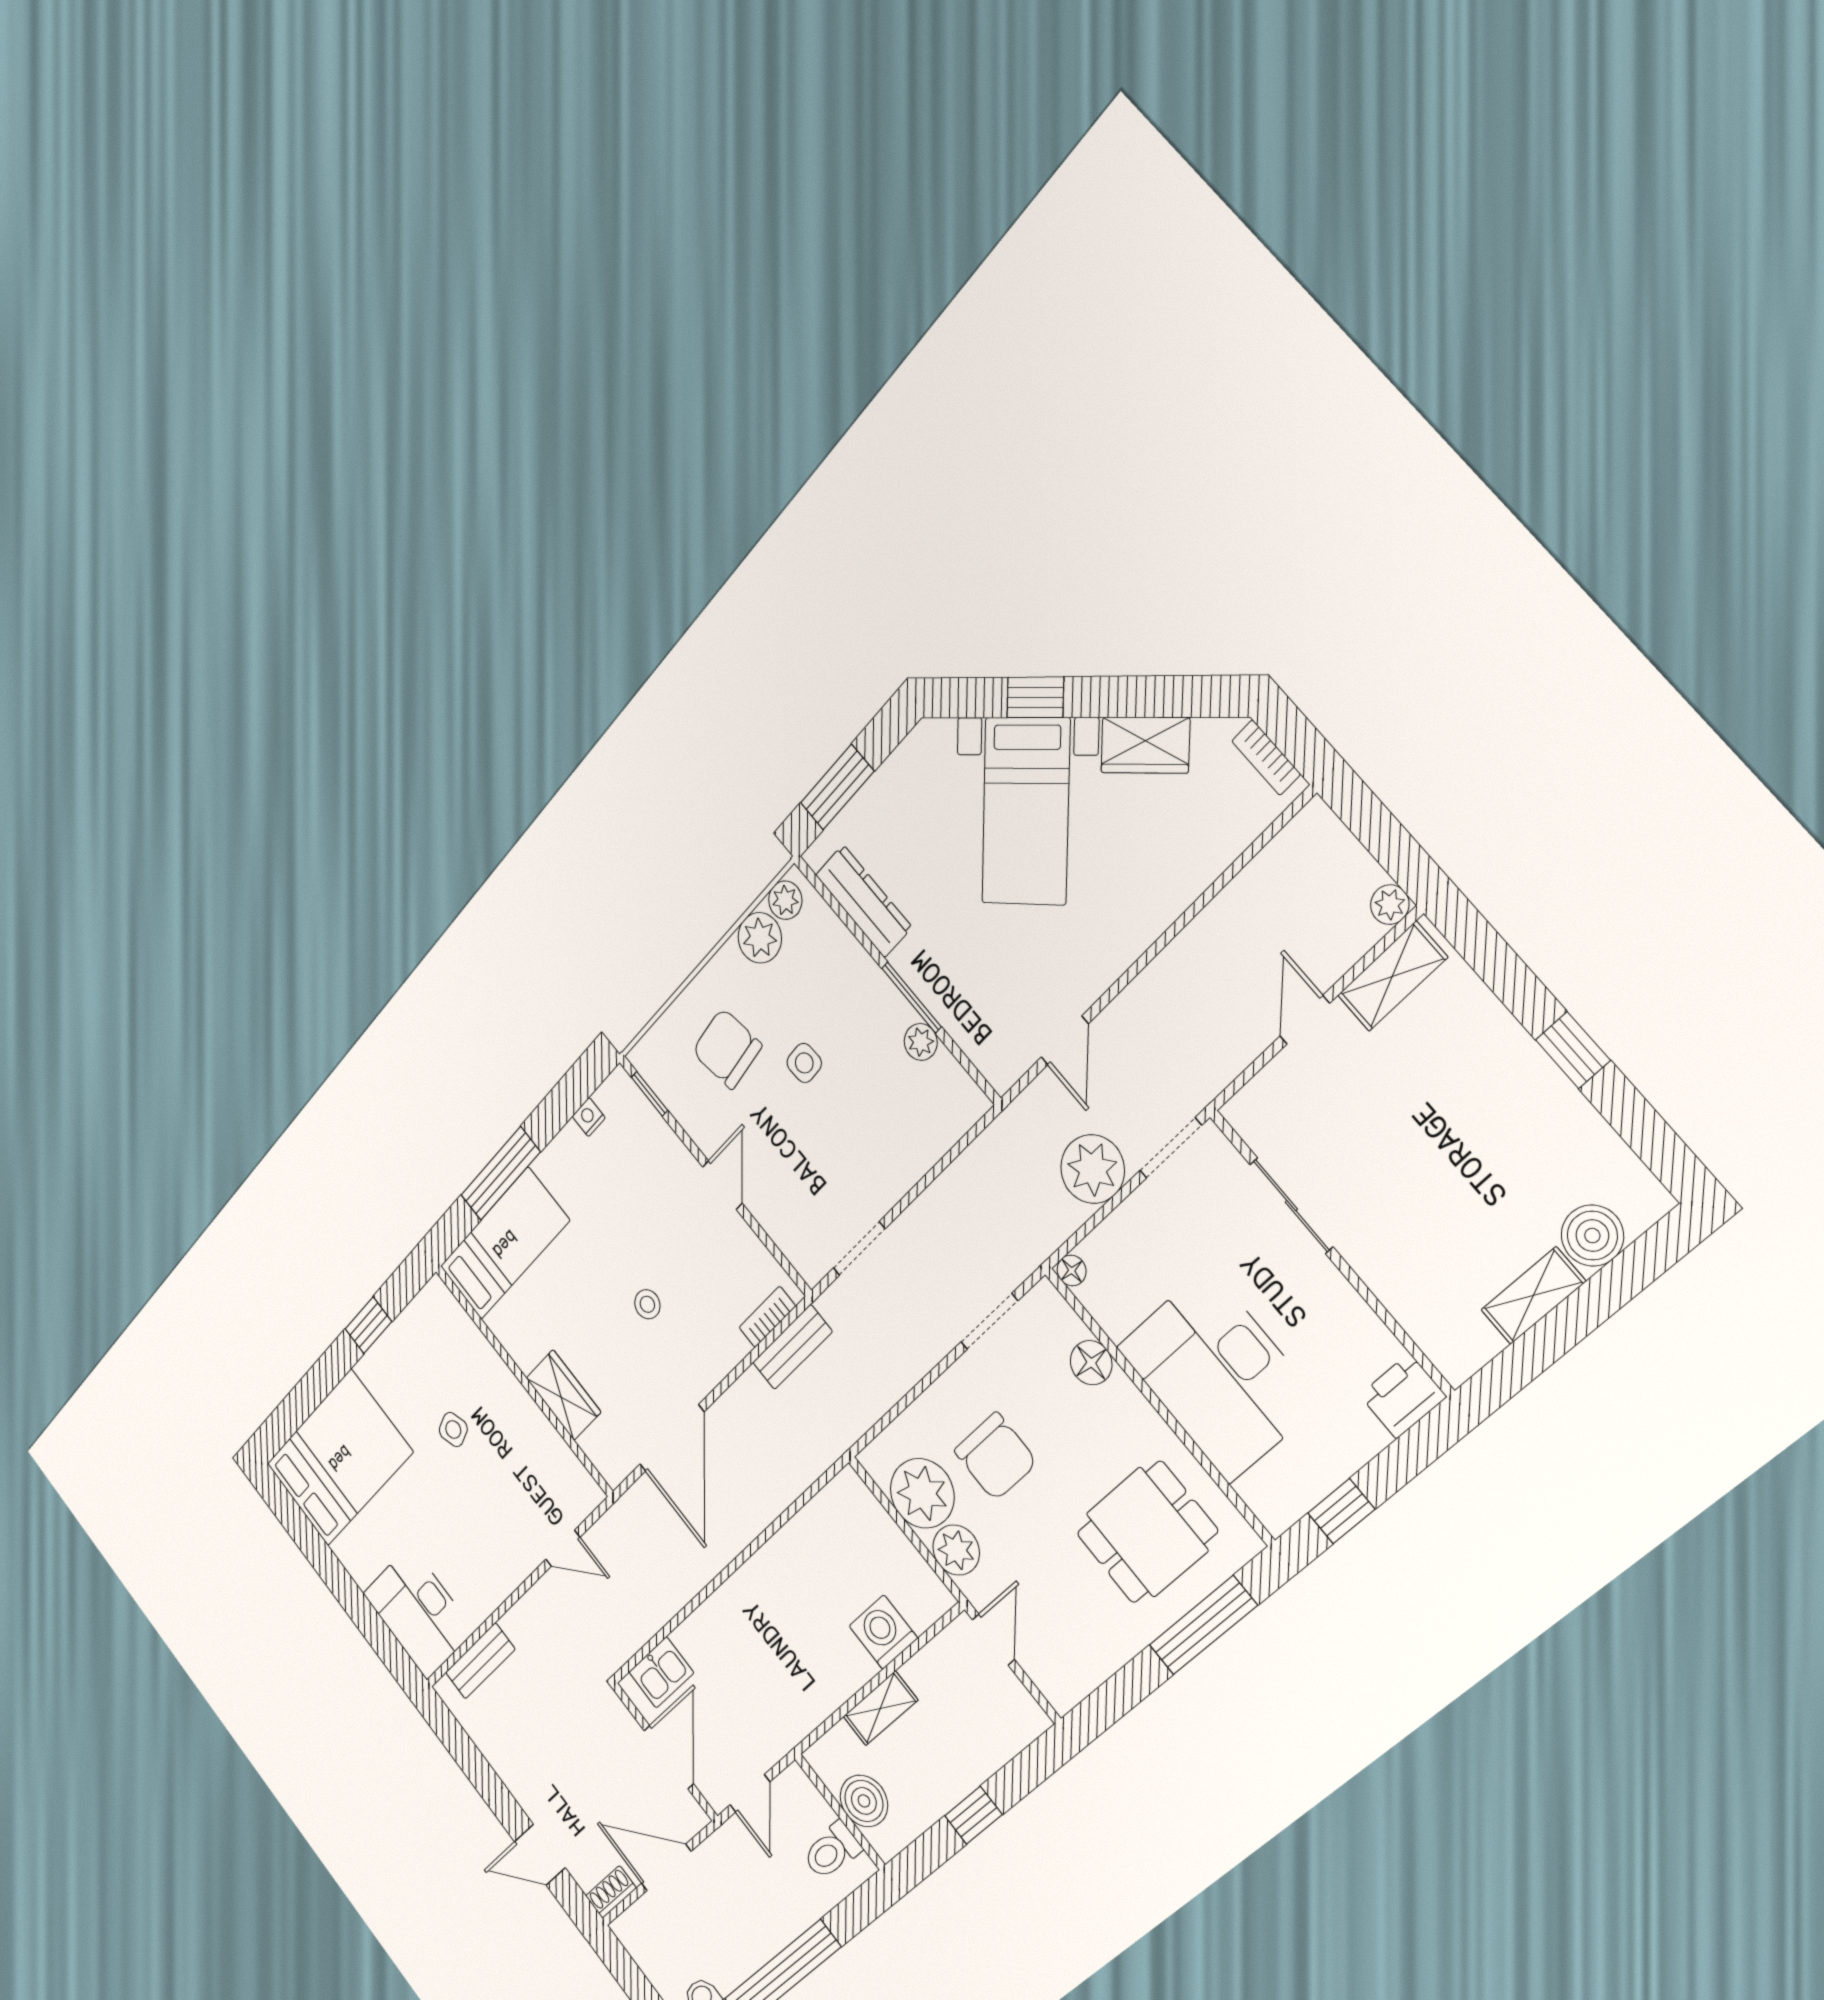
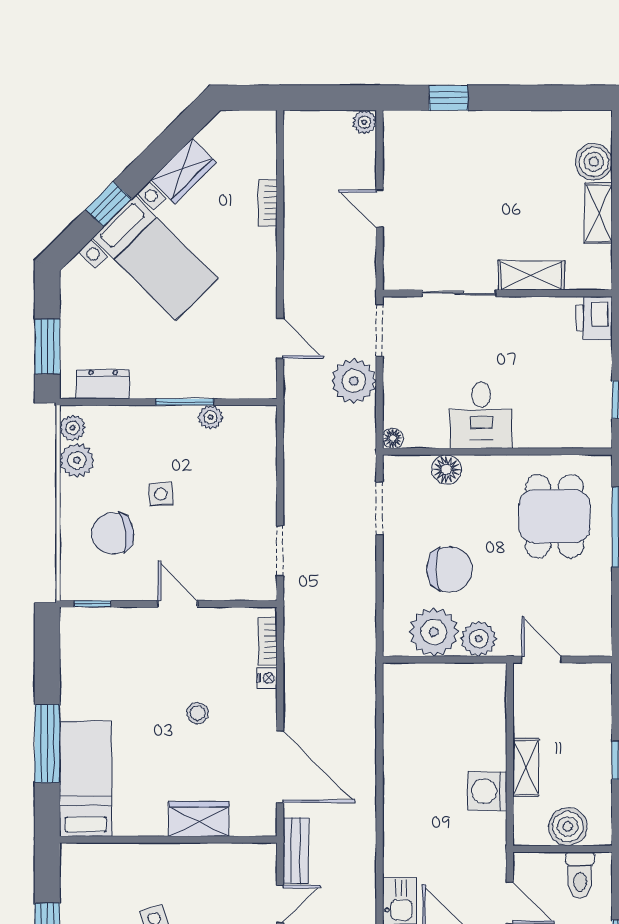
bookcase: (1266, 758) -> (268, 203), moved, turned 90
dresser: (864, 901) -> (103, 384), width x0.70
shelving: (1392, 976) -> (531, 275), moved, turned 90
window: (1573, 1050) -> (448, 98), moved
nightstand: (589, 1117) -> (267, 678), moved, turned 180
bench: (792, 1347) -> (296, 851), moved
desk: (1218, 1375) -> (481, 415), width x0.53, depth x0.77
washing machine: (883, 1632) -> (487, 791), moved

